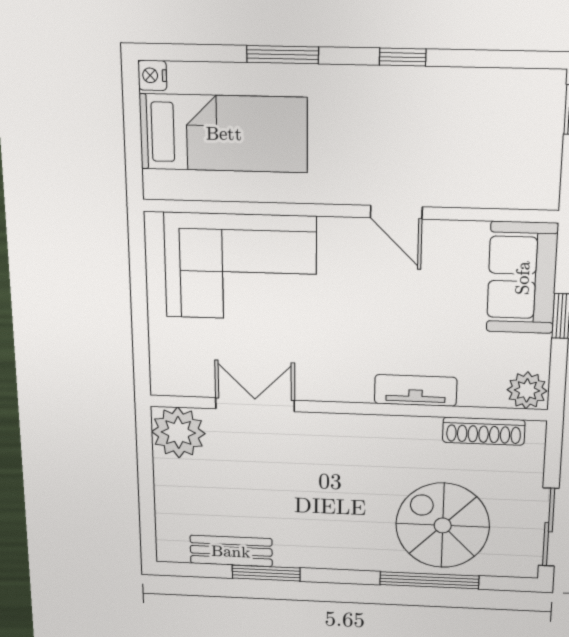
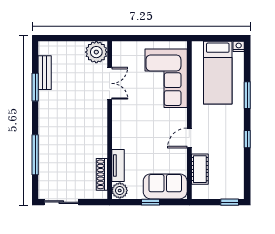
cot: (480, 187) -> (200, 169), added
tv unit: (416, 390) -> (118, 165), moved
spiral stairs: (443, 525) -> (60, 159), removed

